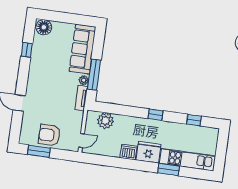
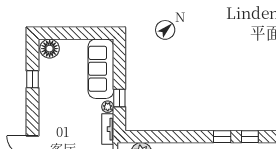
window: (94, 75) -> (119, 98), width x0.46
window: (155, 115) -> (222, 137), moved

